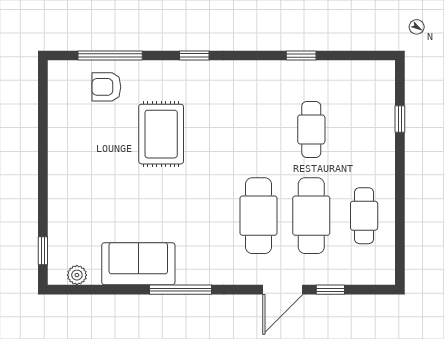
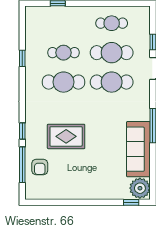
window: (194, 56) -> (22, 131), moved
cafe table: (259, 129) -> (64, 82), added
sofa: (138, 264) -> (138, 149), width x1.36
plant: (77, 275) -> (140, 188), width x1.88, depth x1.88

